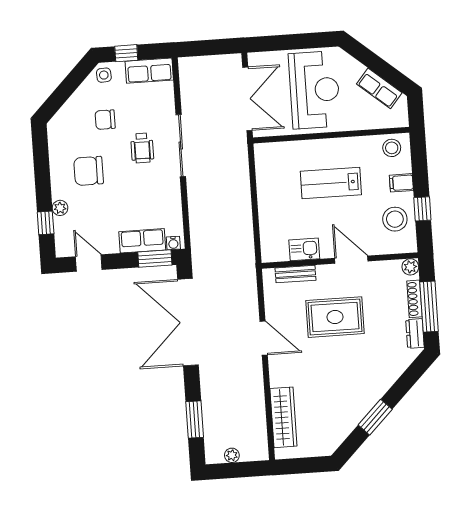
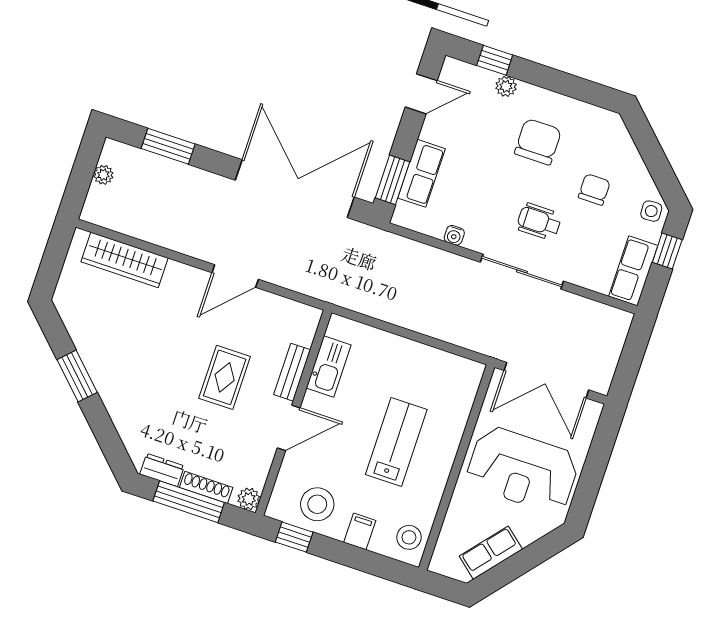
window: (422, 209) -> (294, 537), moved
water cooler: (173, 243) -> (454, 235), moved, turned -90
kitchen sink: (304, 249) -> (329, 366), width x1.38
bench: (295, 274) -> (292, 372), moved
rug: (335, 317) -> (225, 377), width x0.73, depth x0.70

